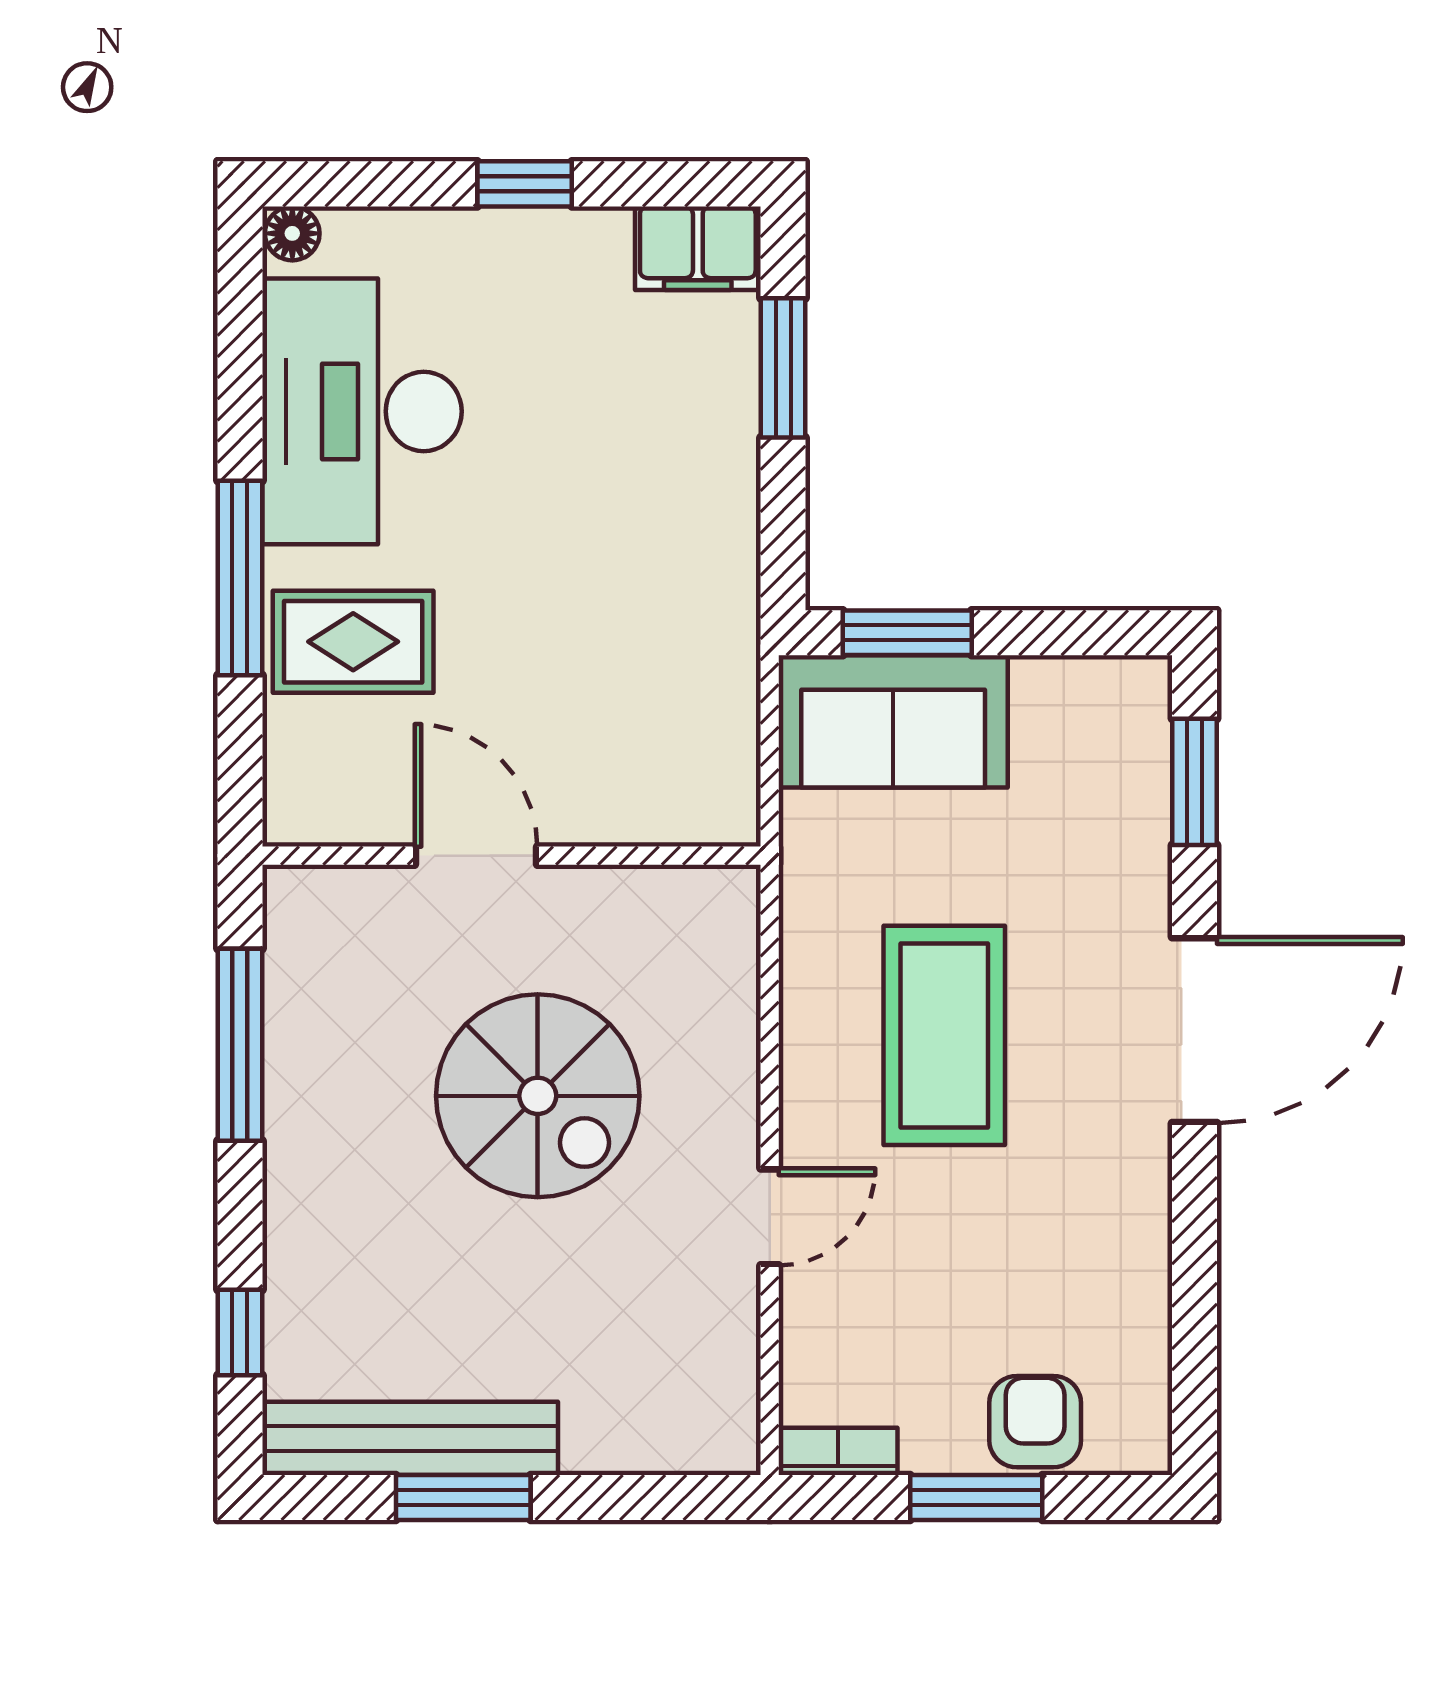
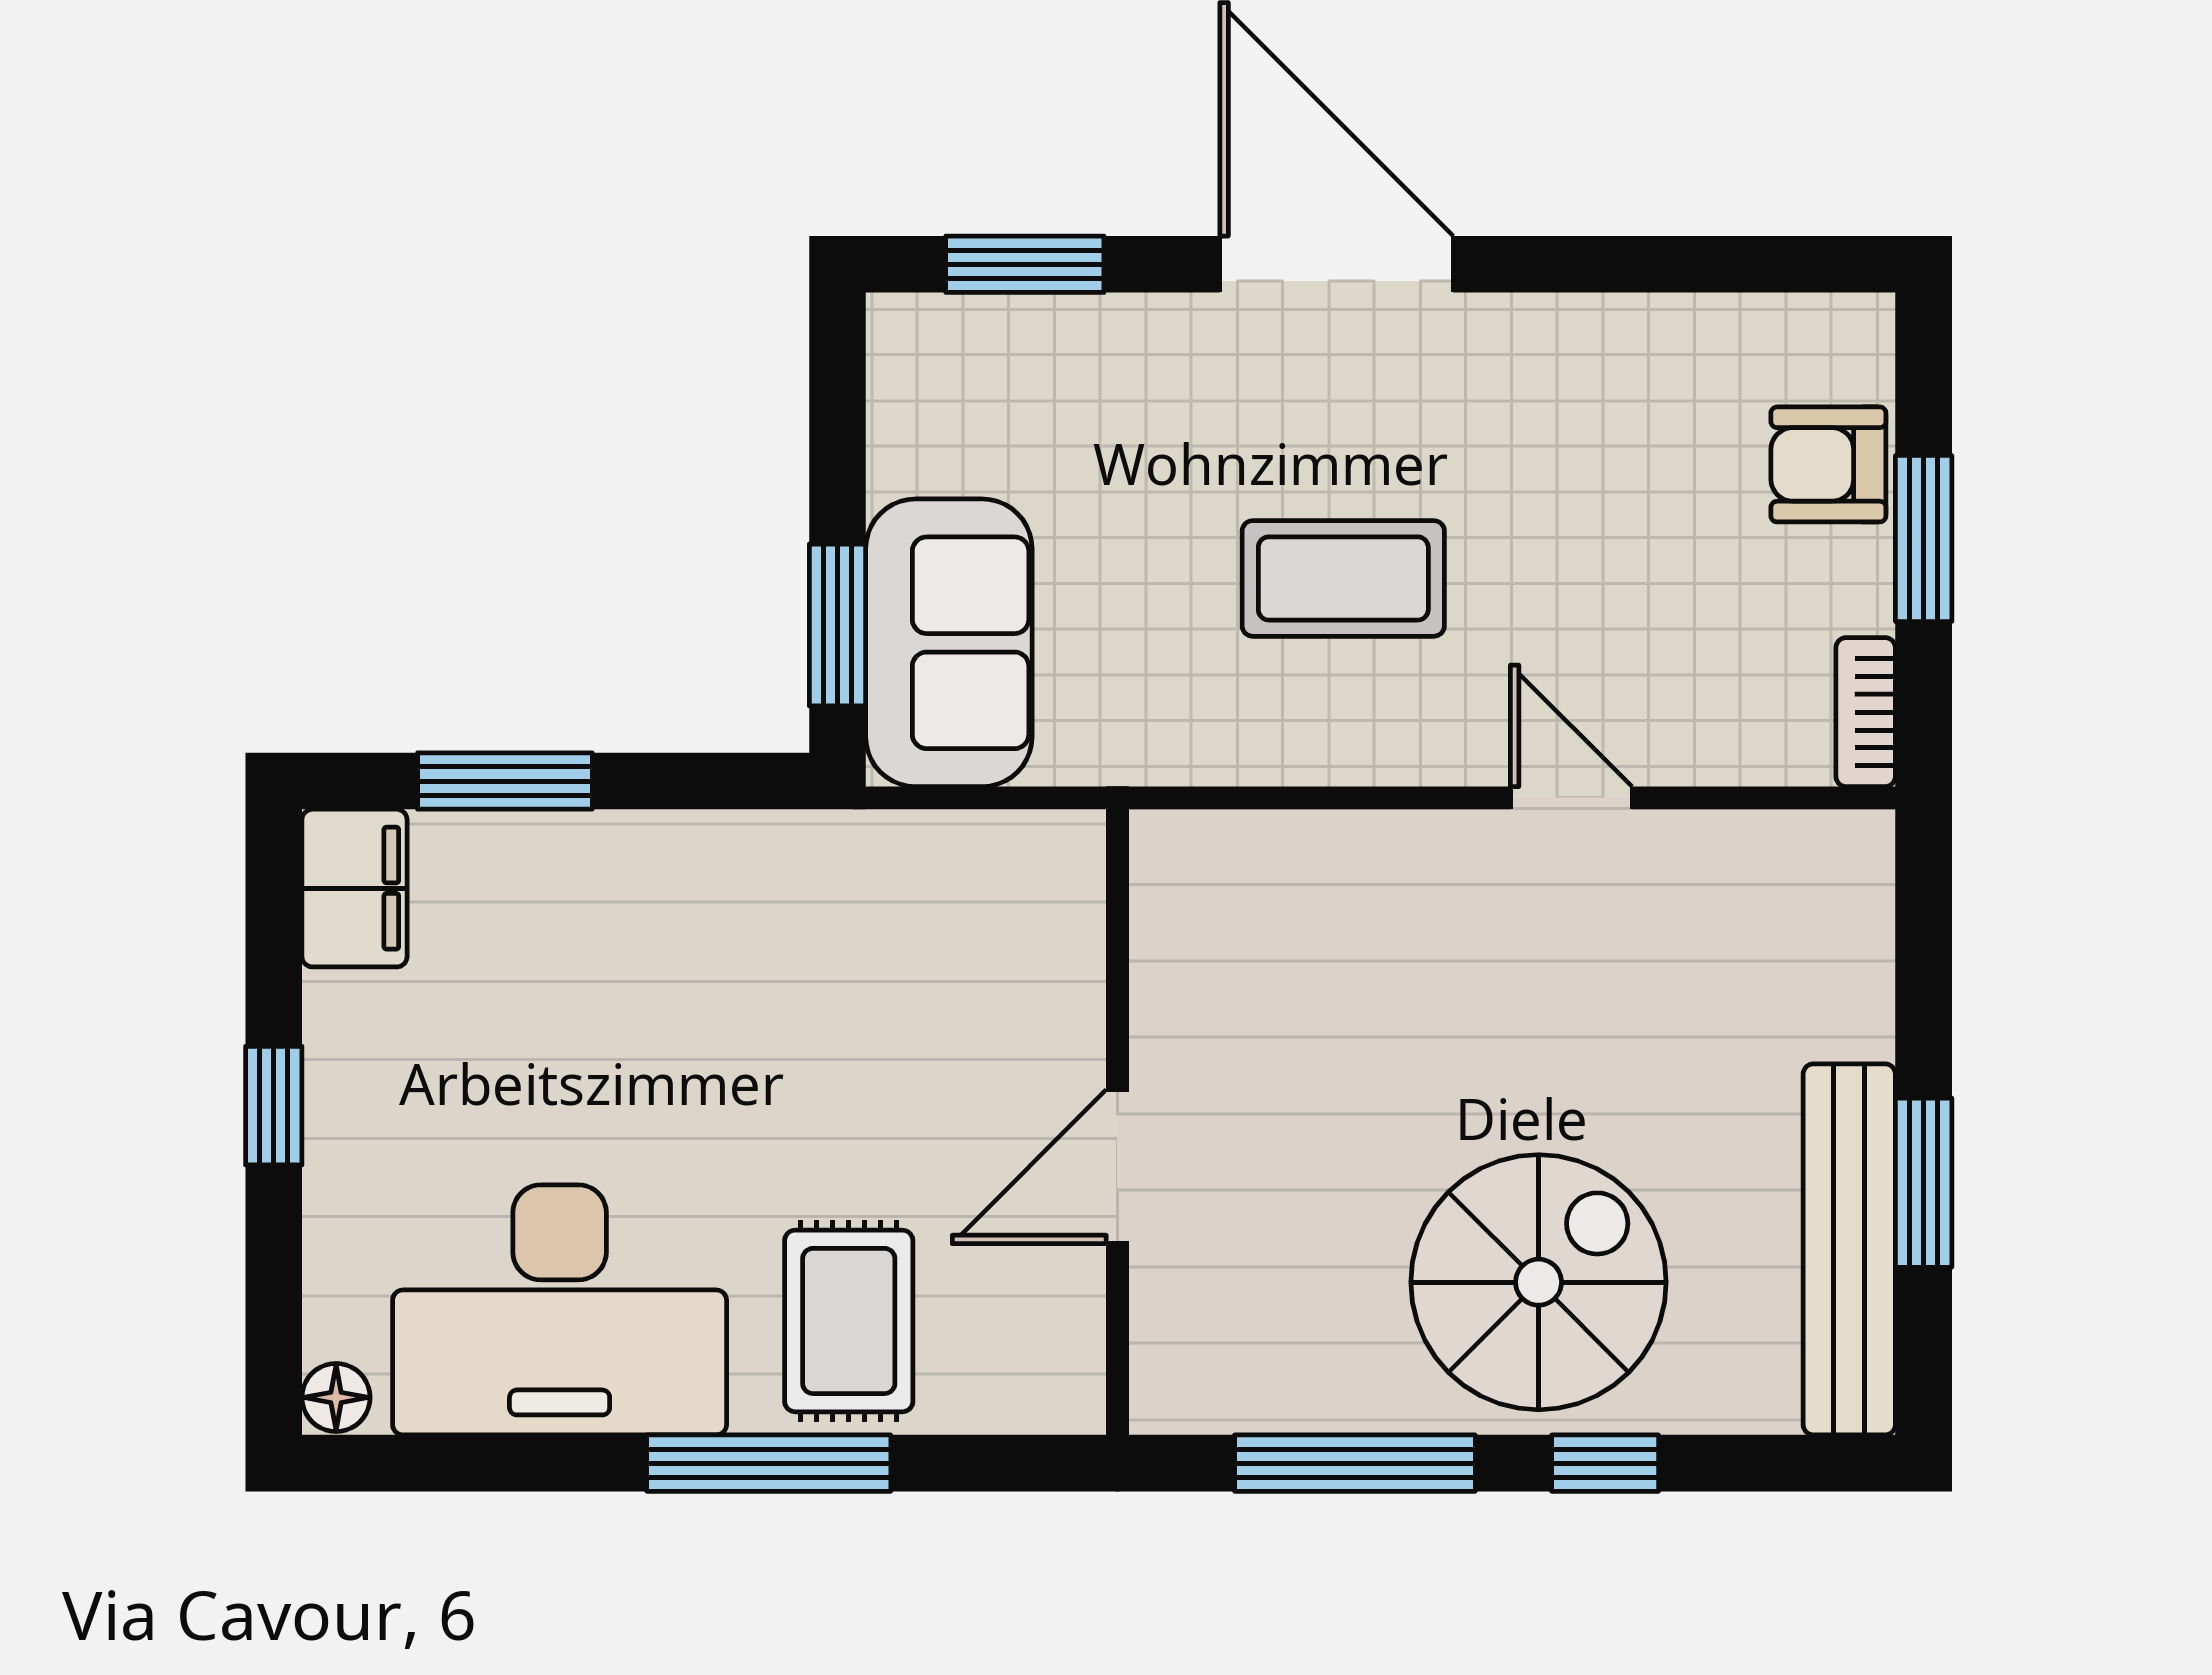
coffee table: (944, 1035) -> (1343, 578), width x0.73, depth x0.76
spiral stairs: (538, 1096) -> (1539, 1282), moved
window: (240, 1332) -> (1605, 1463), moved

